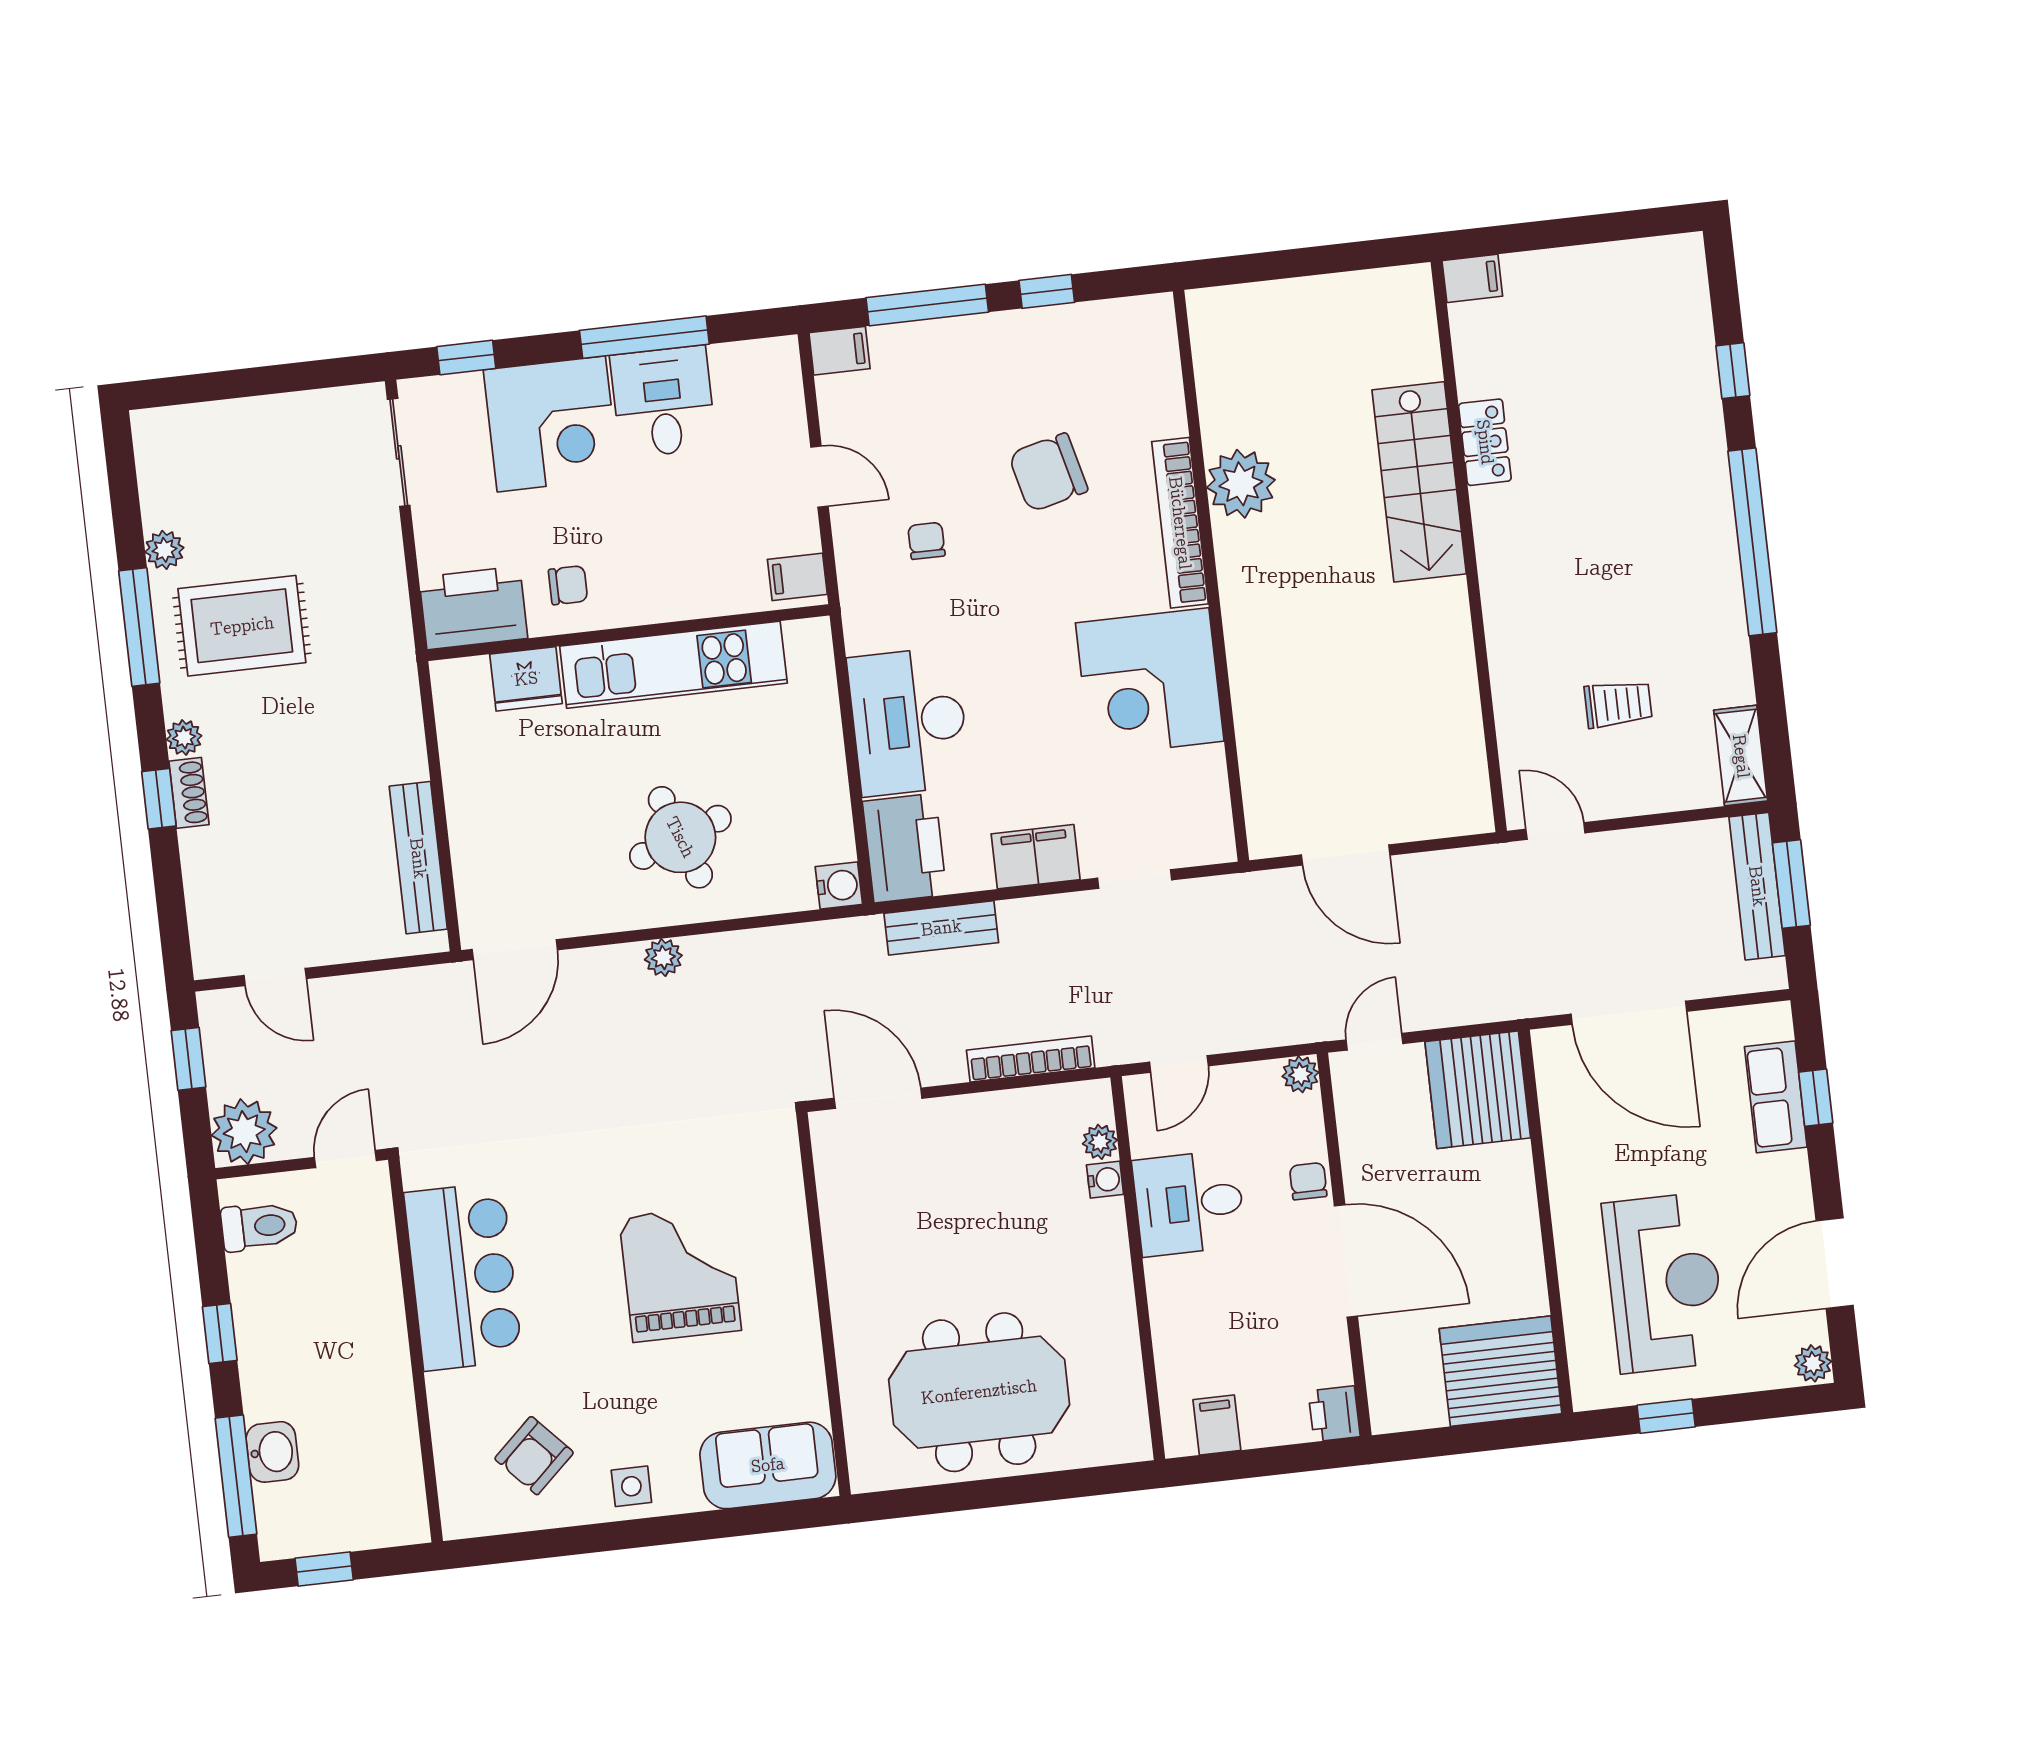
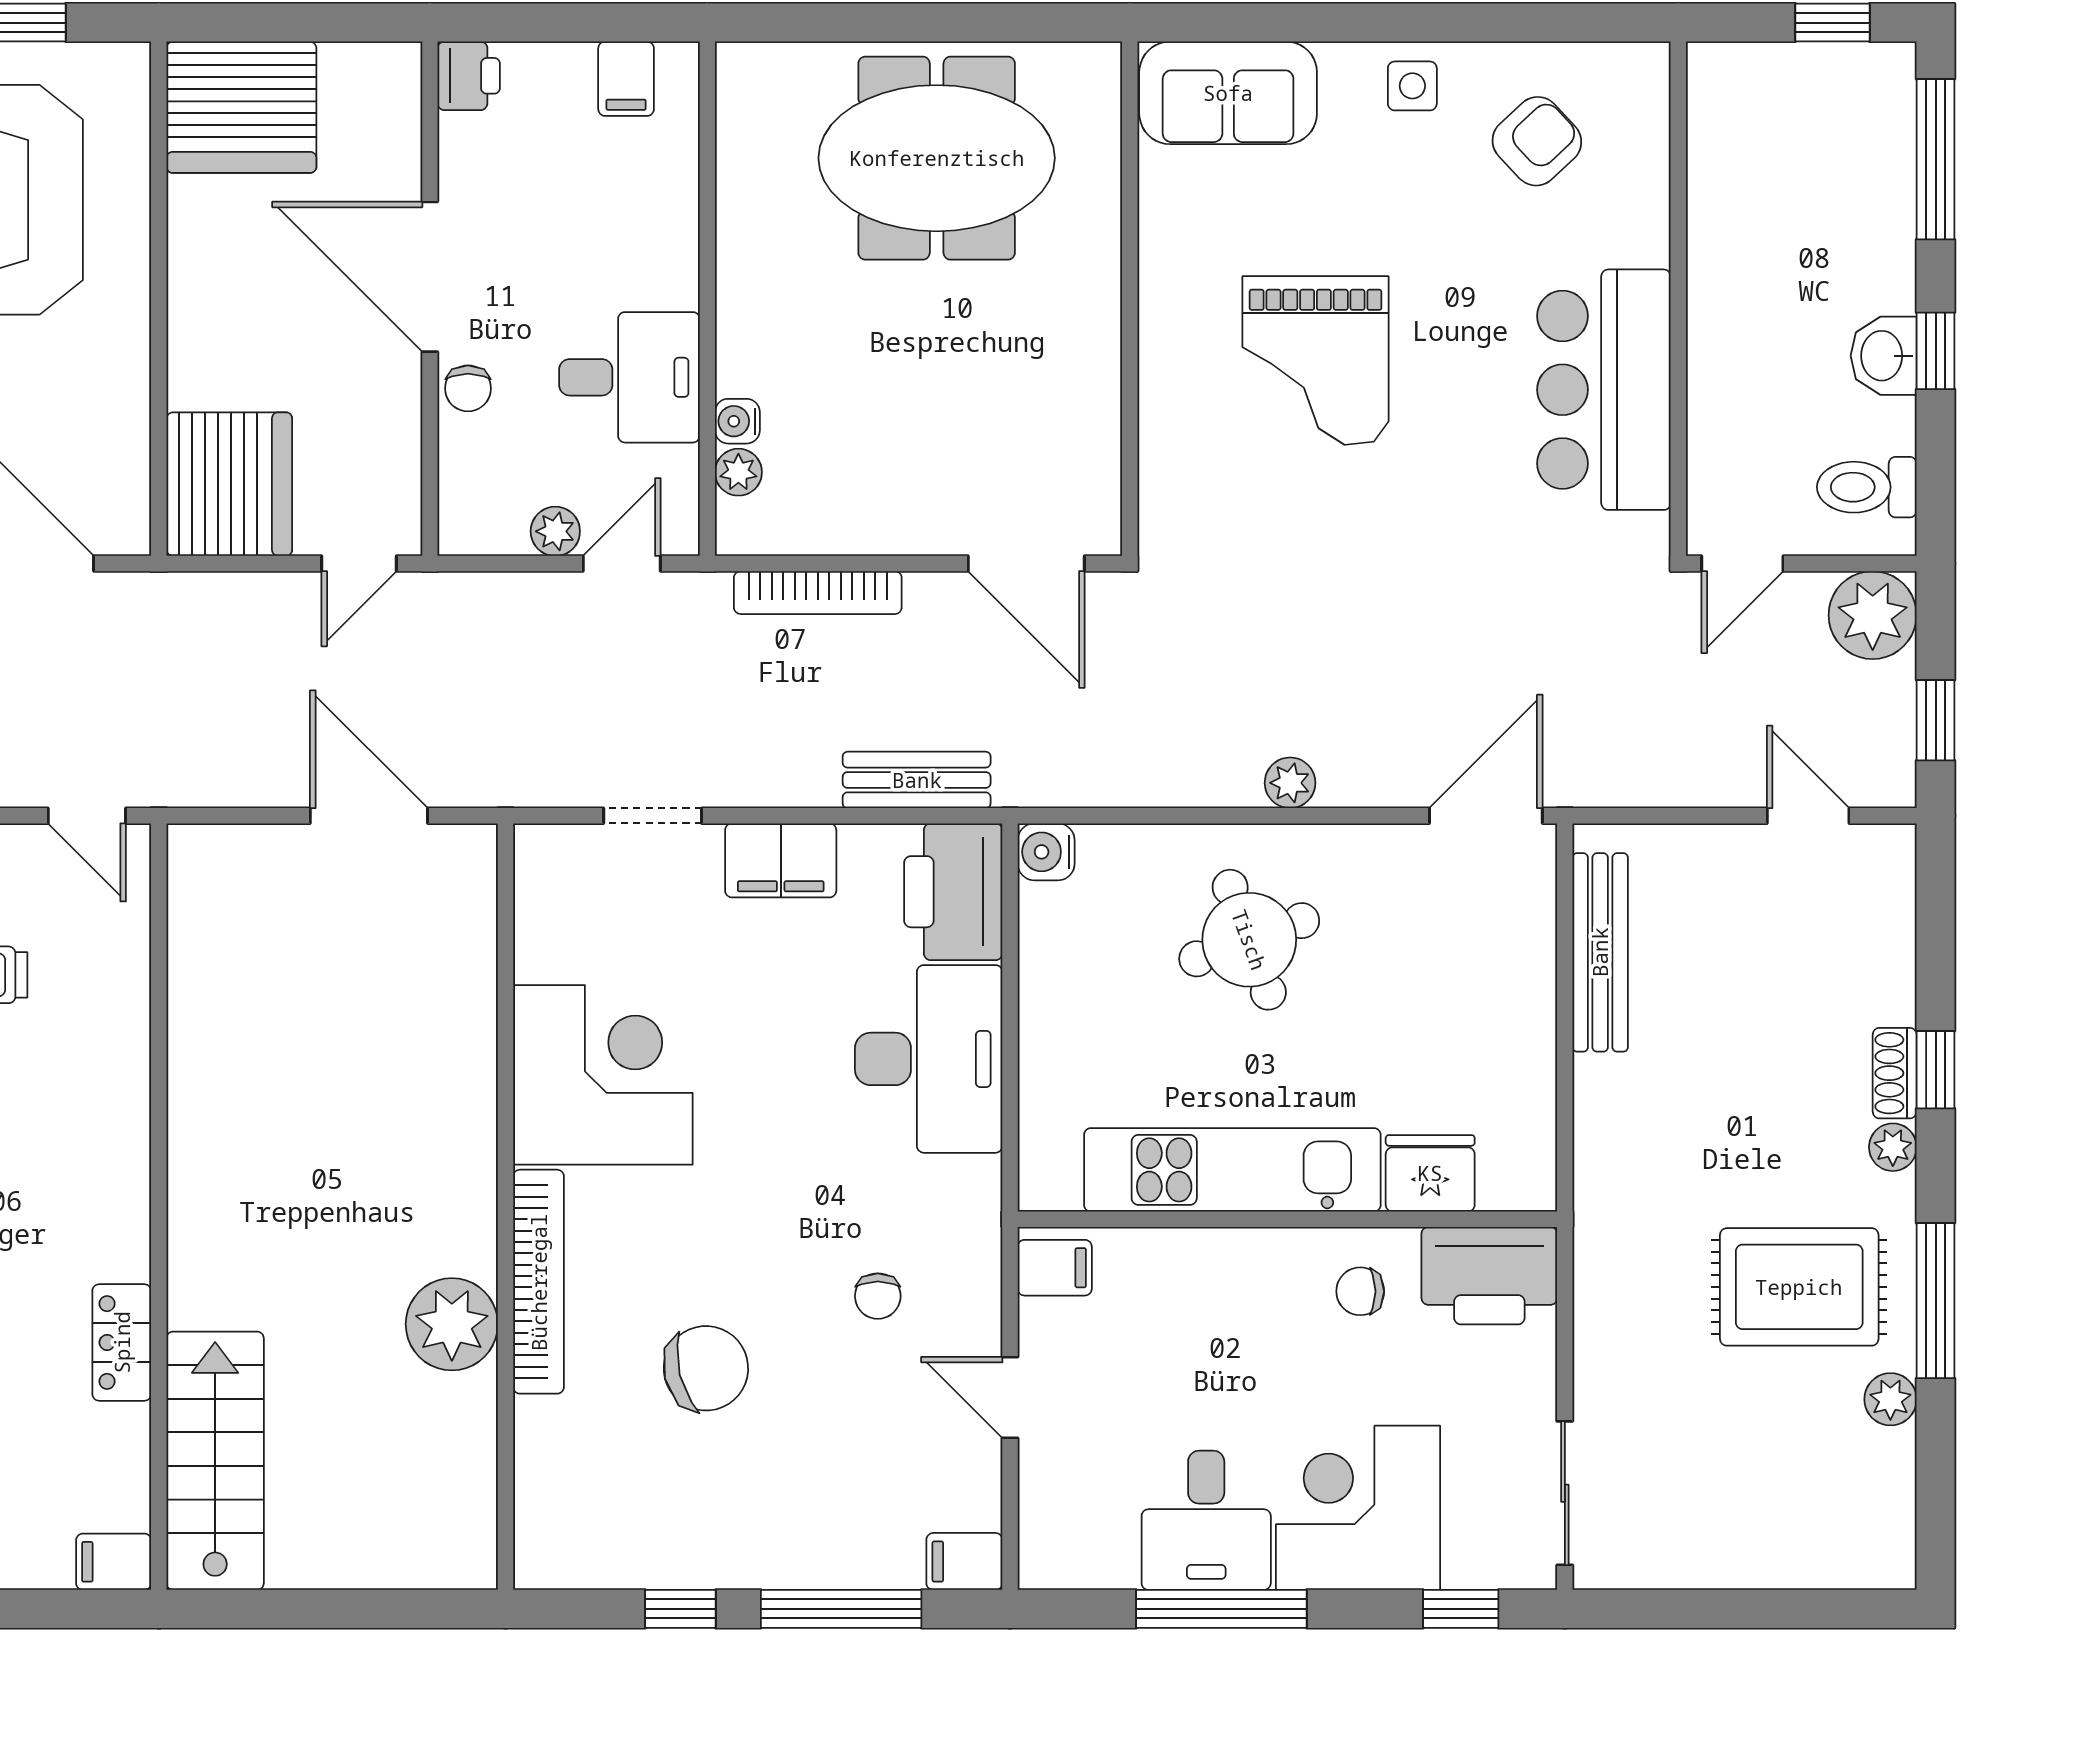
stairs: (1419, 482) -> (215, 1461), moved
plant: (1300, 1074) -> (555, 531), moved
washbasin: (272, 1452) -> (1884, 356), moved

